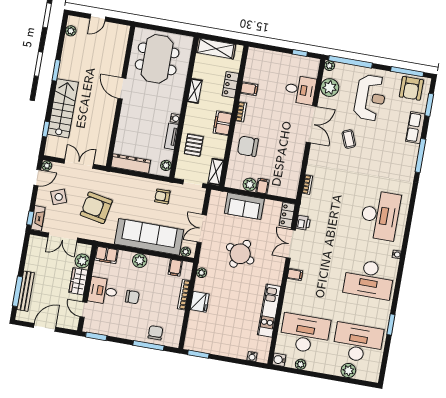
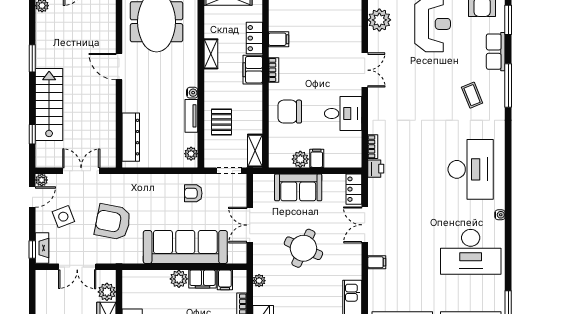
desk: (300, 90) -> (343, 114), moved
filing cabinet: (222, 123) -> (253, 70), moved
double door: (312, 124) -> (365, 70), width x0.73
coffee table: (349, 139) -> (472, 95), moved
dresser: (131, 163) -> (131, 137), moved, turned 90
printer: (303, 223) -> (376, 169), moved
plant: (186, 252) -> (235, 258), removed
filing cabinet: (106, 255) -> (203, 279), moved

